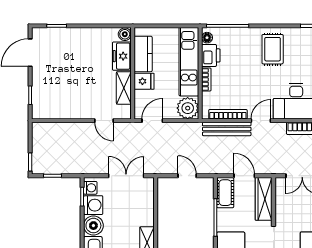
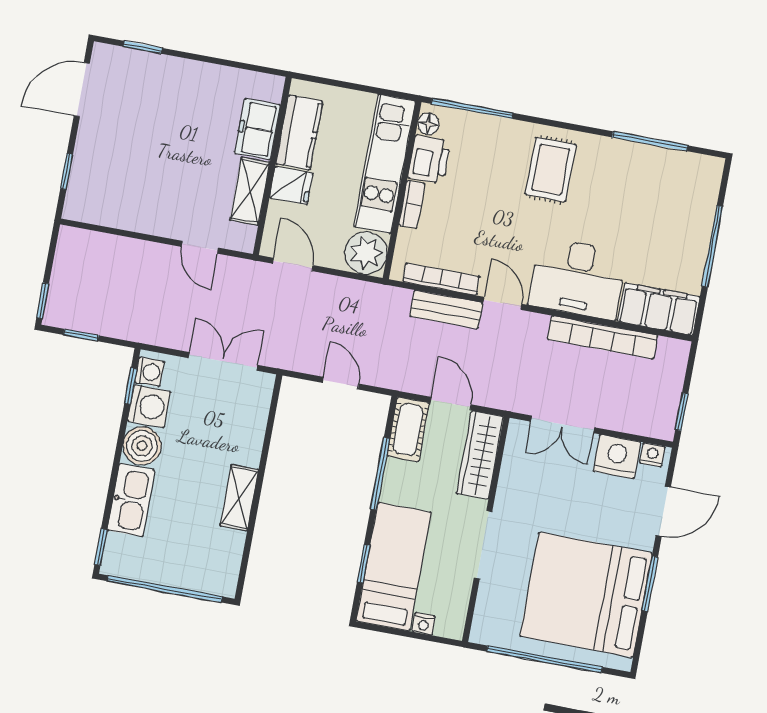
boiler: (125, 34) -> (271, 88), removed
door: (152, 121) -> (293, 264), hinge flipped
door: (261, 121) -> (503, 303), hinge flipped
bench: (227, 129) -> (446, 309), width x0.73

